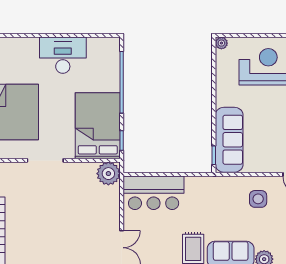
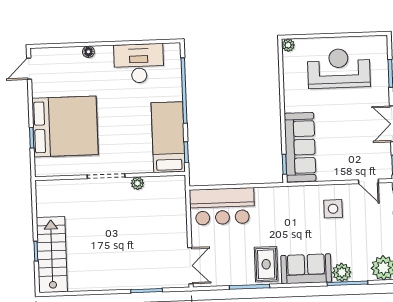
floor lamp: (33, 42) -> (88, 52), added
desk: (63, 55) -> (139, 63), moved
bed: (98, 126) -> (168, 137), width x0.67
plant: (108, 174) -> (137, 183), moved, width x0.53, depth x0.53

